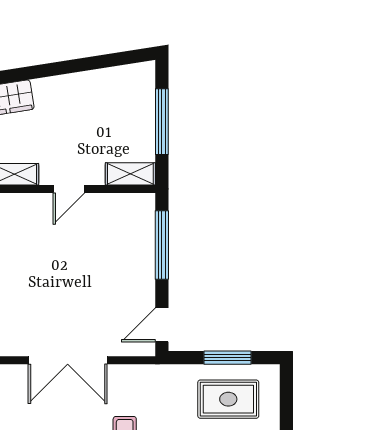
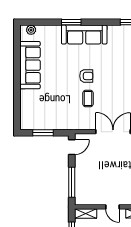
door: (69, 189) -> (113, 207), swing flipped
rug: (228, 399) -> (43, 114), removed

